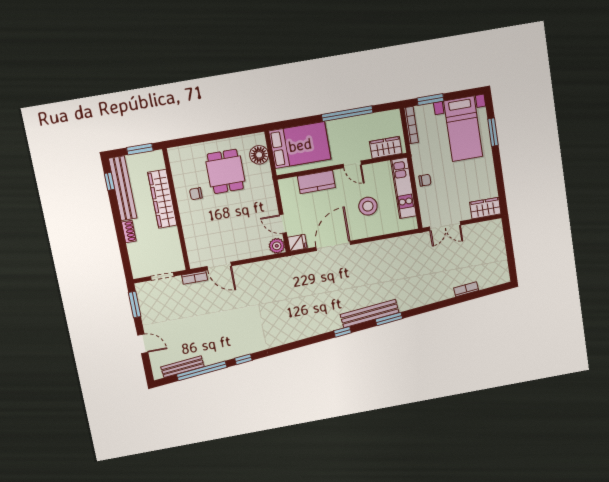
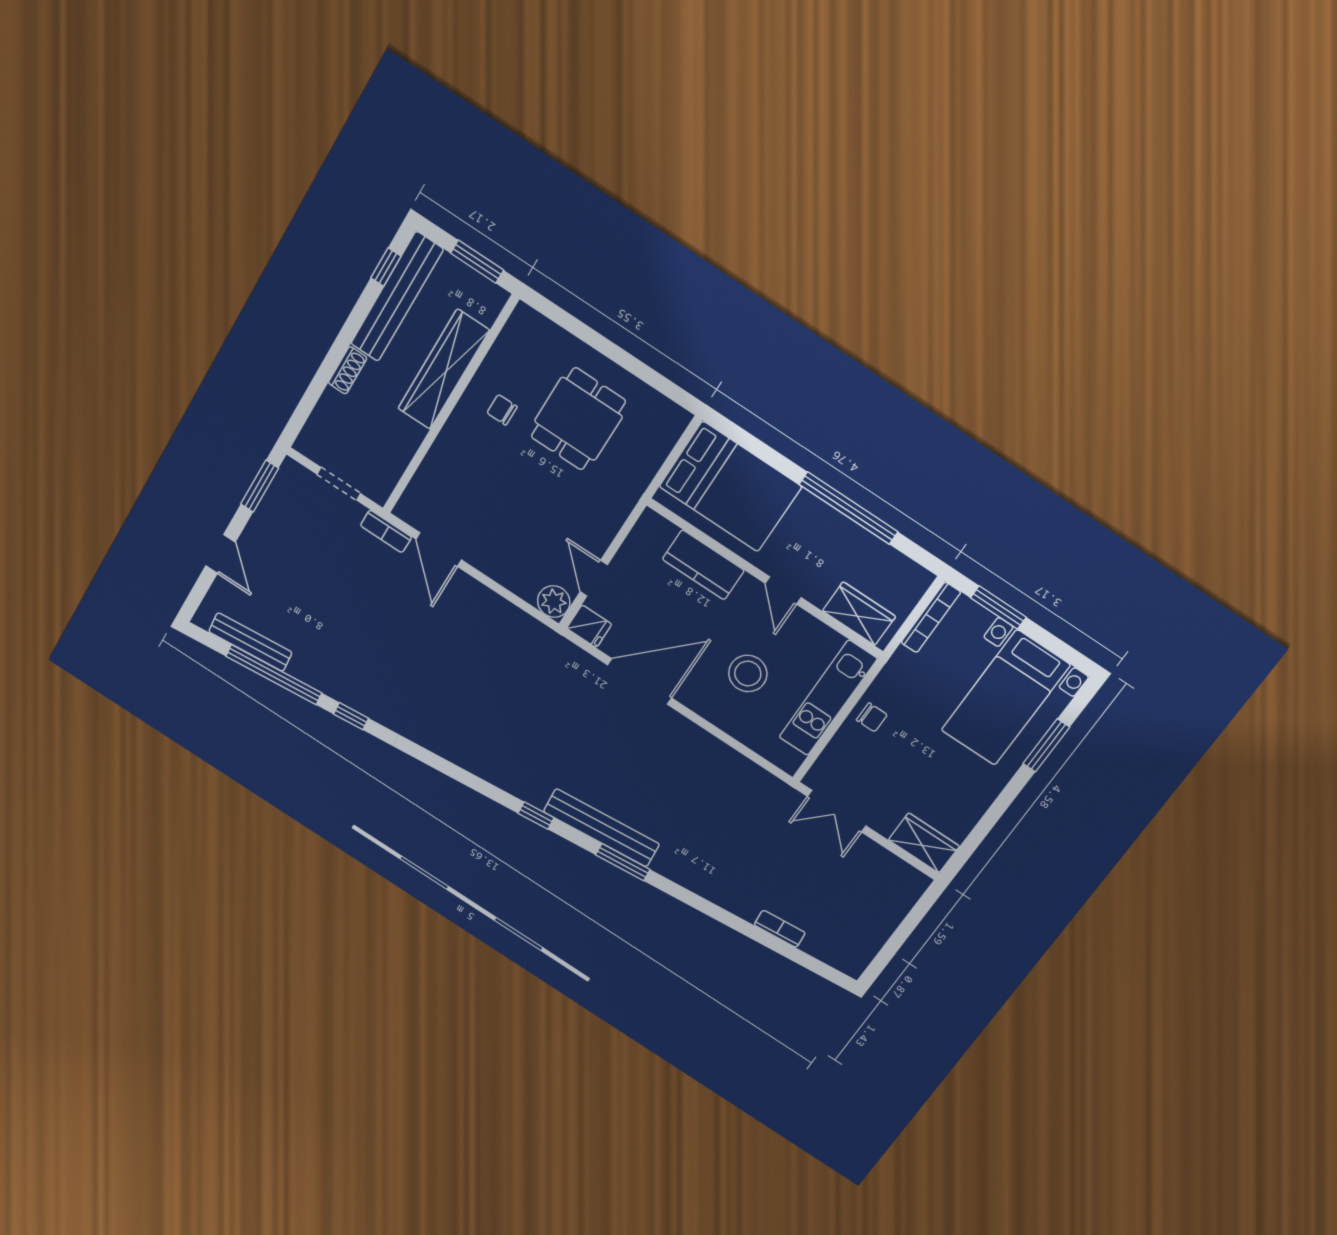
floor lamp: (259, 155) -> (653, 442), removed

